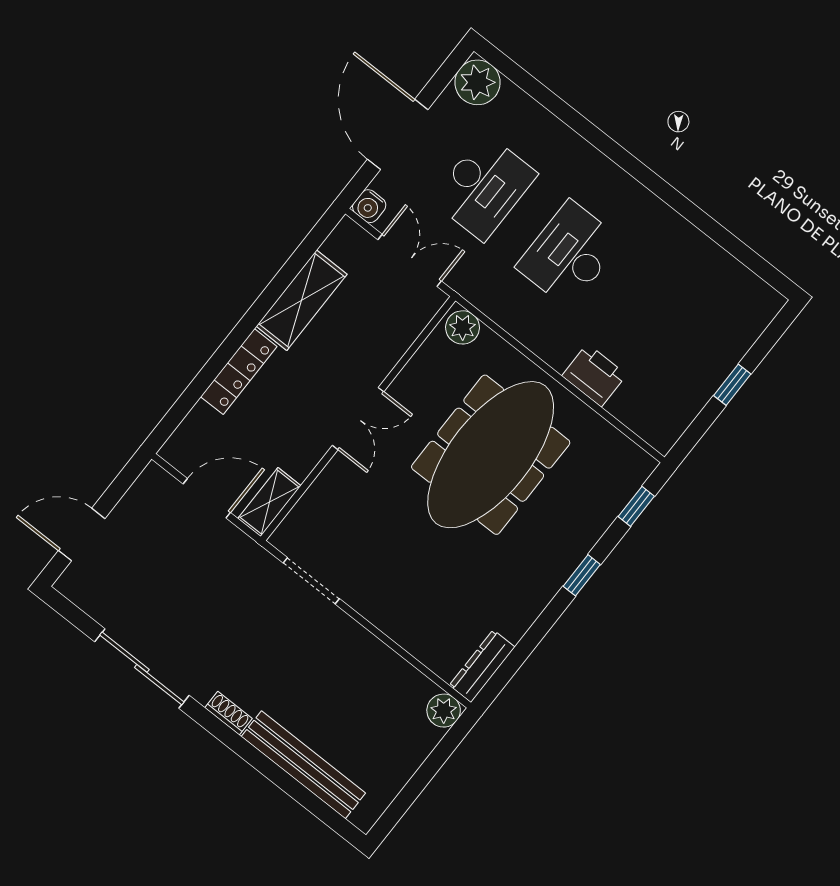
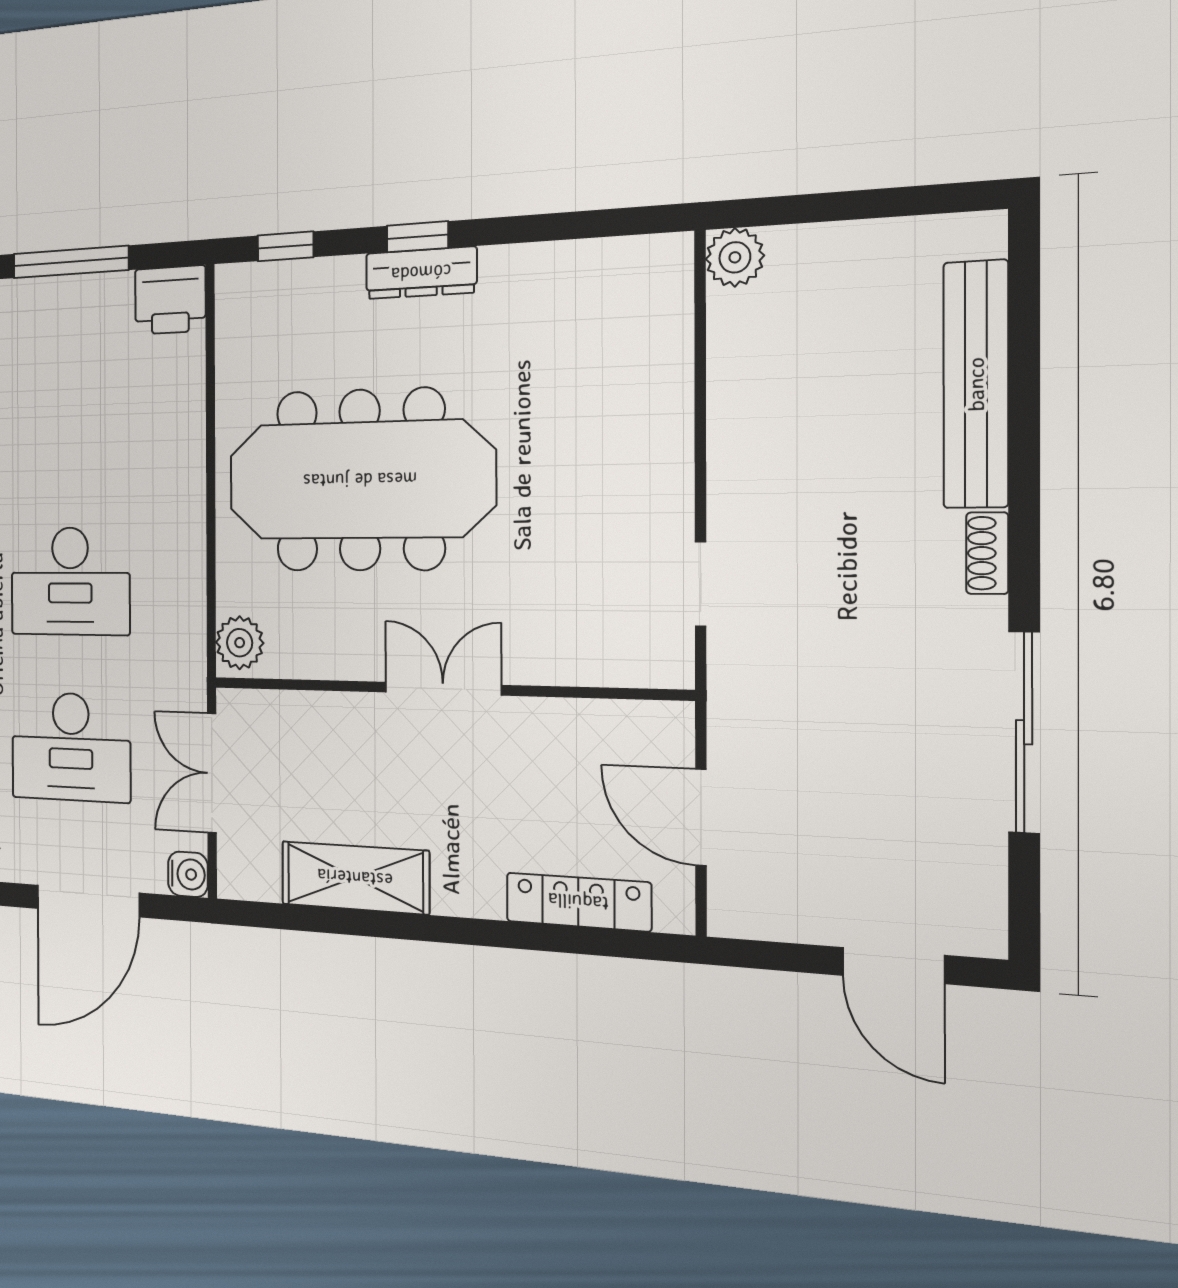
desk: (484, 187) -> (71, 747), turned 180
locker: (239, 372) -> (578, 902), moved
printer: (594, 375) -> (170, 300), moved, turned -90
window: (732, 385) -> (71, 262), width x2.17
shelving: (269, 502) -> (639, 725), removed
doorway: (311, 581) -> (701, 584), width x0.73
dresser: (482, 666) -> (421, 273), moved

